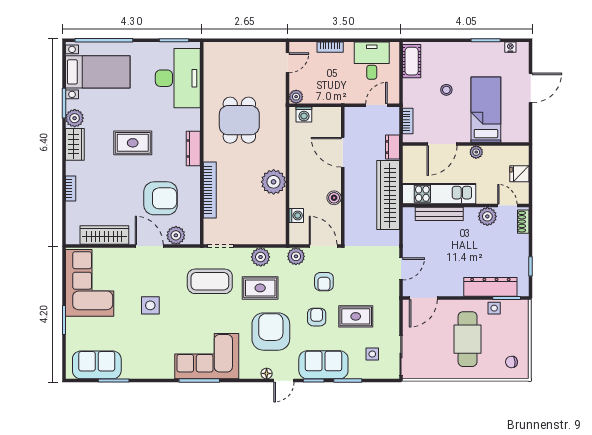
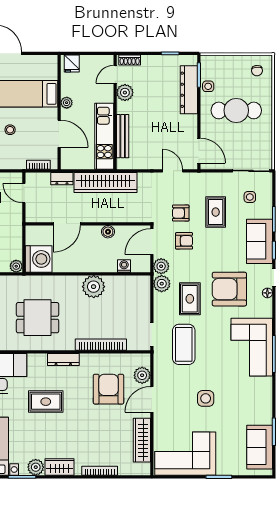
washing machine: (304, 114) -> (39, 259), width x1.89, depth x1.89
rug: (133, 143) -> (46, 402), moved, turned 90
fridge: (519, 174) -> (72, 63), moved
bookcase: (71, 189) -> (100, 471), width x1.56
plant: (261, 257) -> (162, 284), moved
armchair: (317, 317) -> (181, 213), moved

